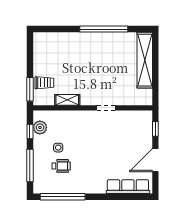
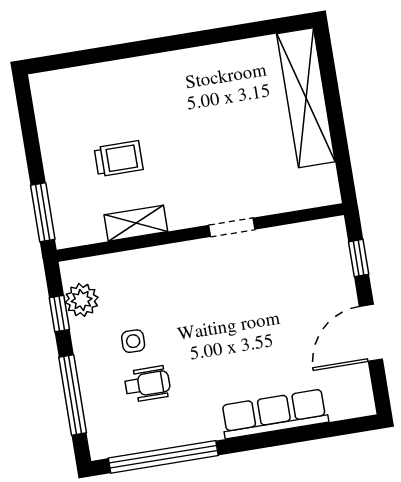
window: (104, 29) -> (196, 39), removed
trolley: (44, 83) -> (119, 159), moved
row of seats: (128, 187) -> (274, 414), moved

